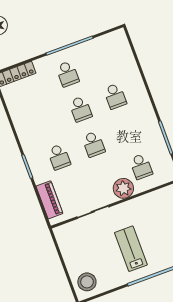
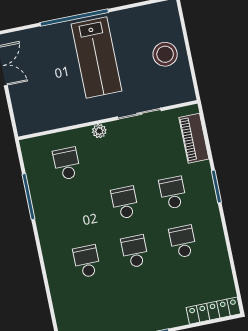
school desk: (68, 74) -> (183, 242), moved
plant: (123, 188) -> (99, 131), width x0.53, depth x0.53
lab bench: (131, 249) -> (97, 57), width x1.36, depth x1.39
stool: (87, 282) -> (165, 54), moved

